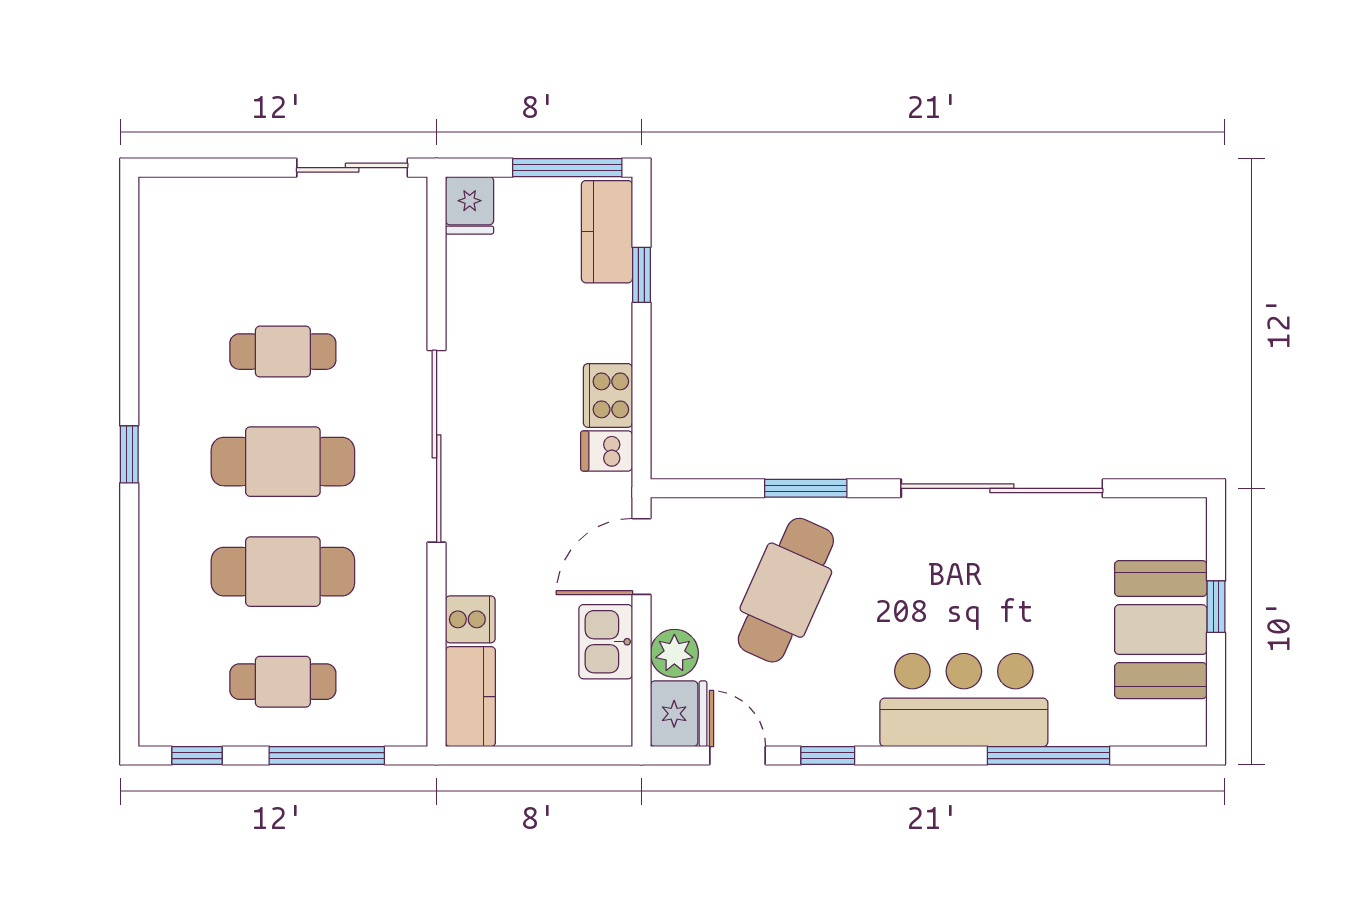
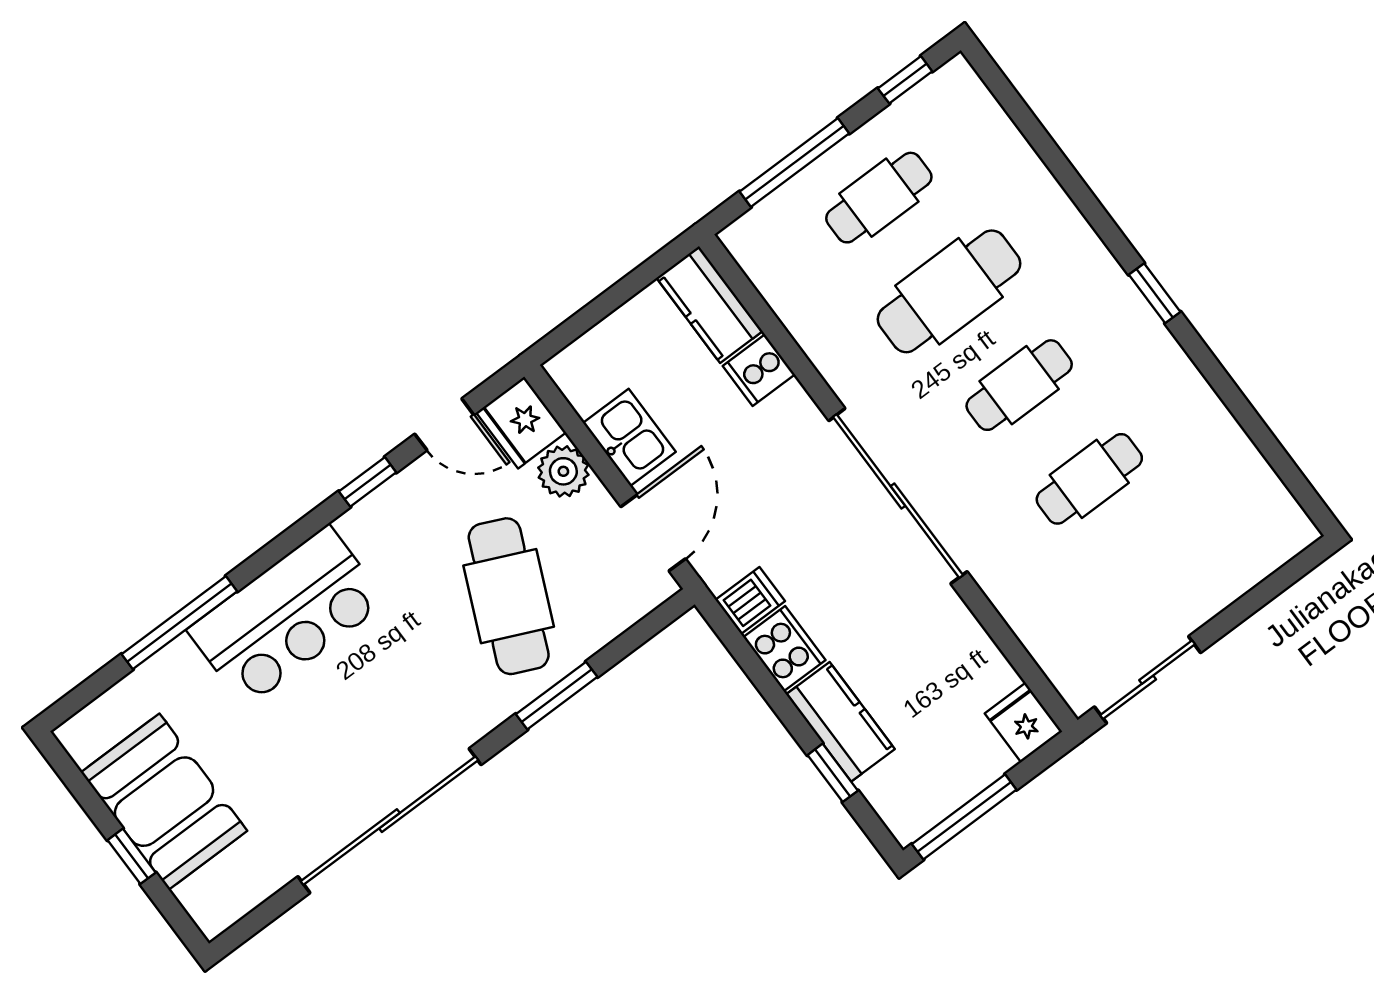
kitchen counter: (607, 232) -> (840, 722), moved
cafe table: (283, 462) -> (1019, 385), width x0.73, depth x0.74

